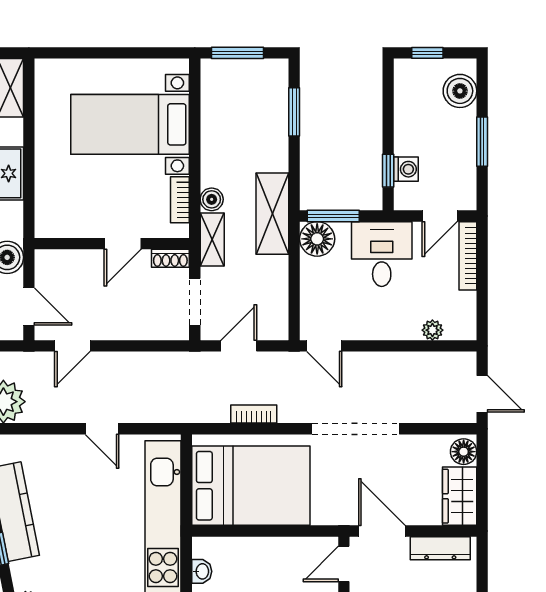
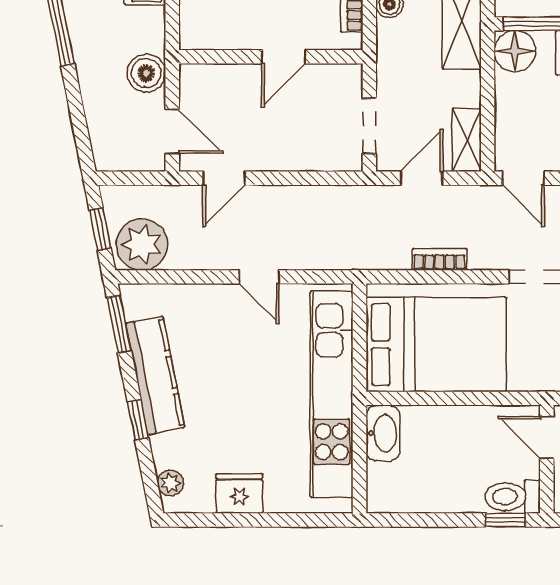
shelving: (212, 240) -> (467, 140), moved
shoe rack: (170, 258) -> (340, 74), removed
door: (344, 564) -> (547, 437), hinge flipped
washbasin: (202, 571) -> (383, 433), width x1.91, depth x1.45

